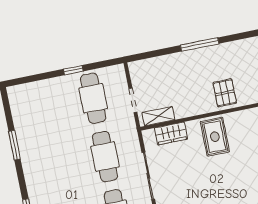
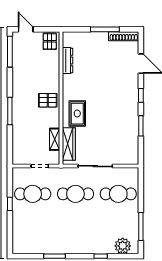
shelving: (158, 116) -> (55, 139), moved
wardrobe: (171, 133) -> (69, 144), width x1.50
rug: (215, 137) -> (77, 114), turned 90

